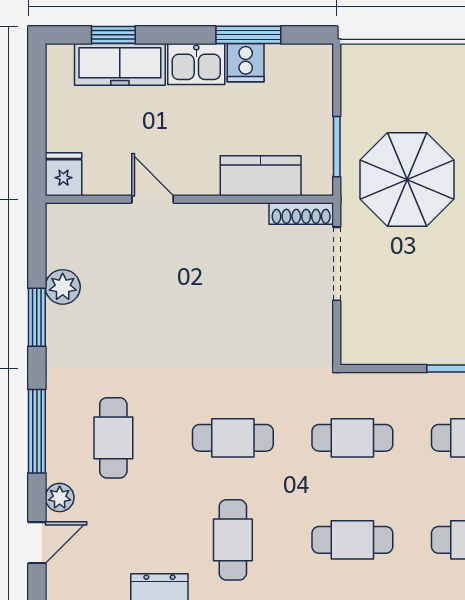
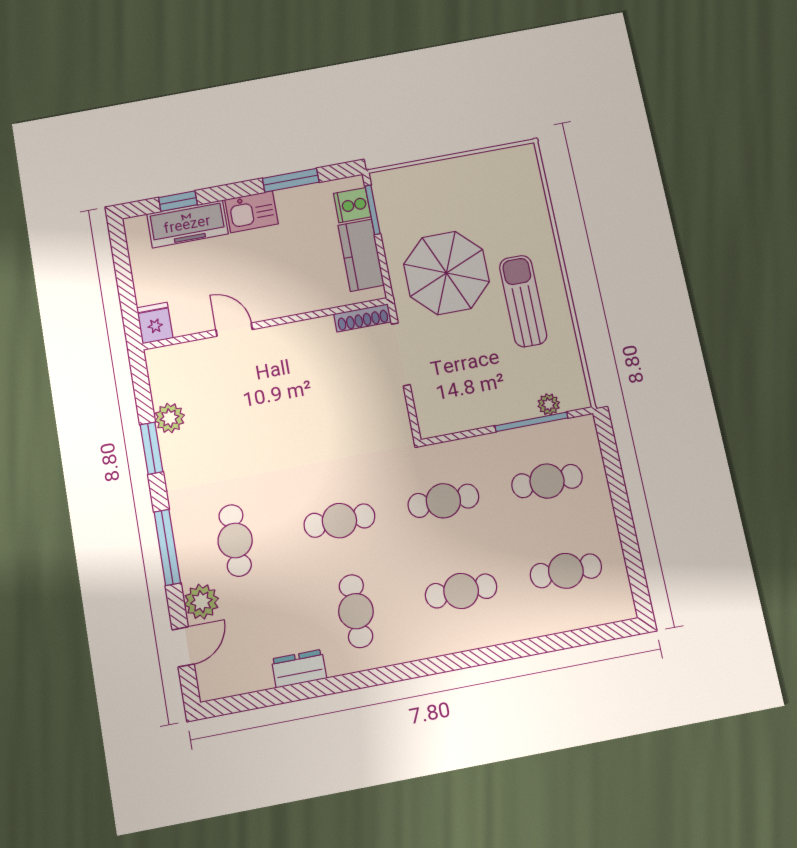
cooker: (246, 63) -> (352, 205), moved, turned 90
window: (337, 147) -> (373, 210), moved
kitchen counter: (261, 176) -> (361, 255), moved, turned -90
plant: (60, 498) -> (201, 602), width x1.38, depth x1.38

